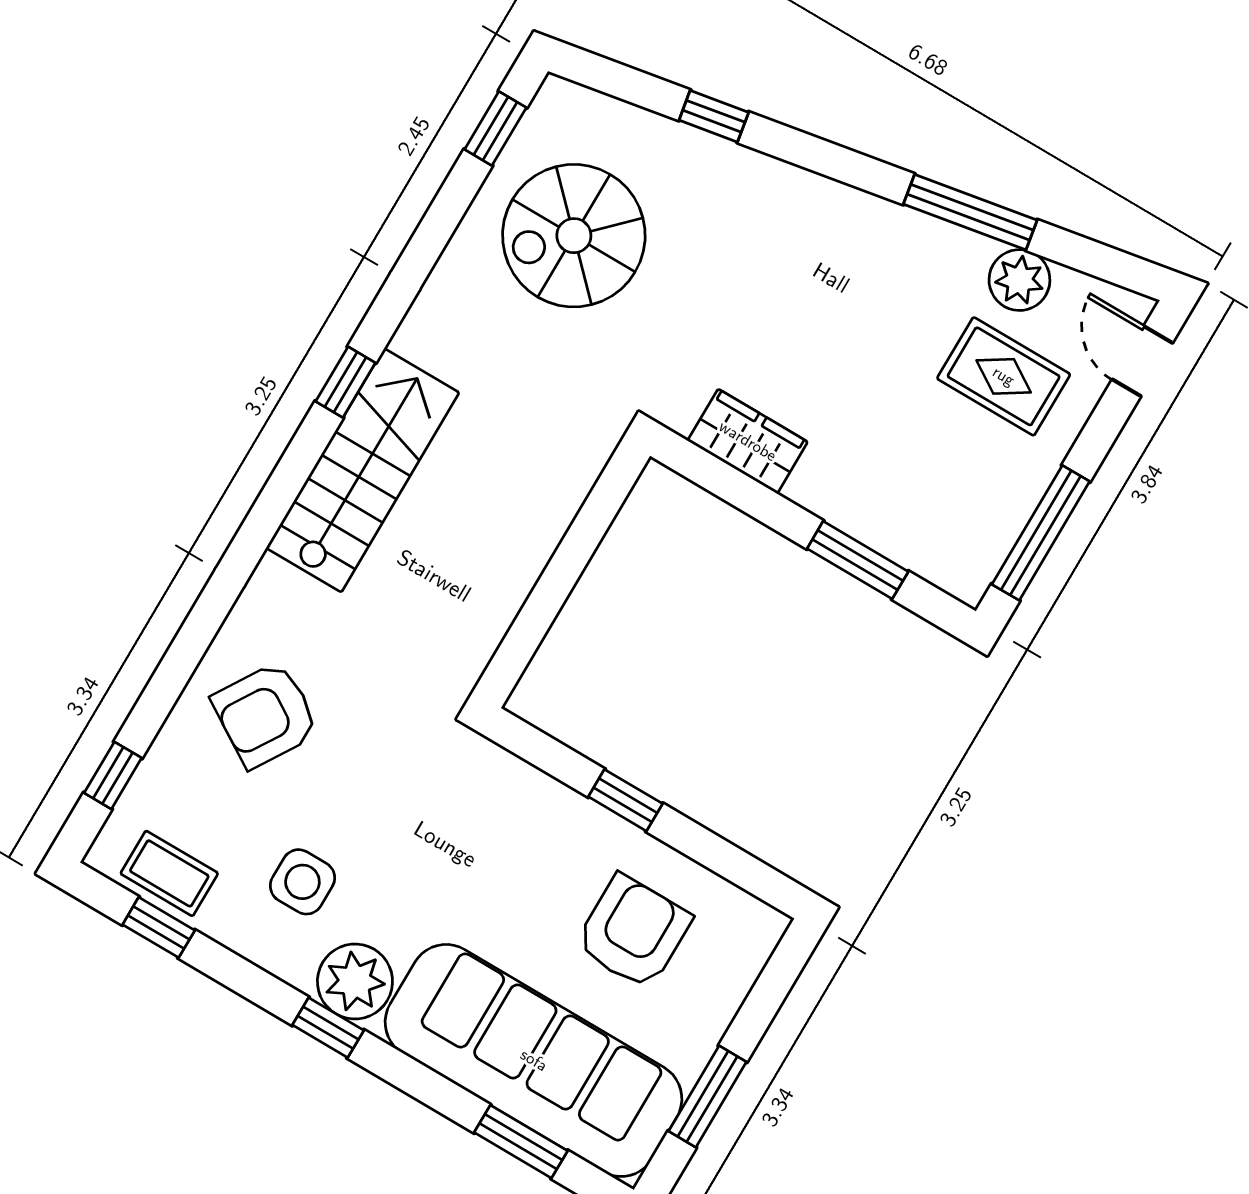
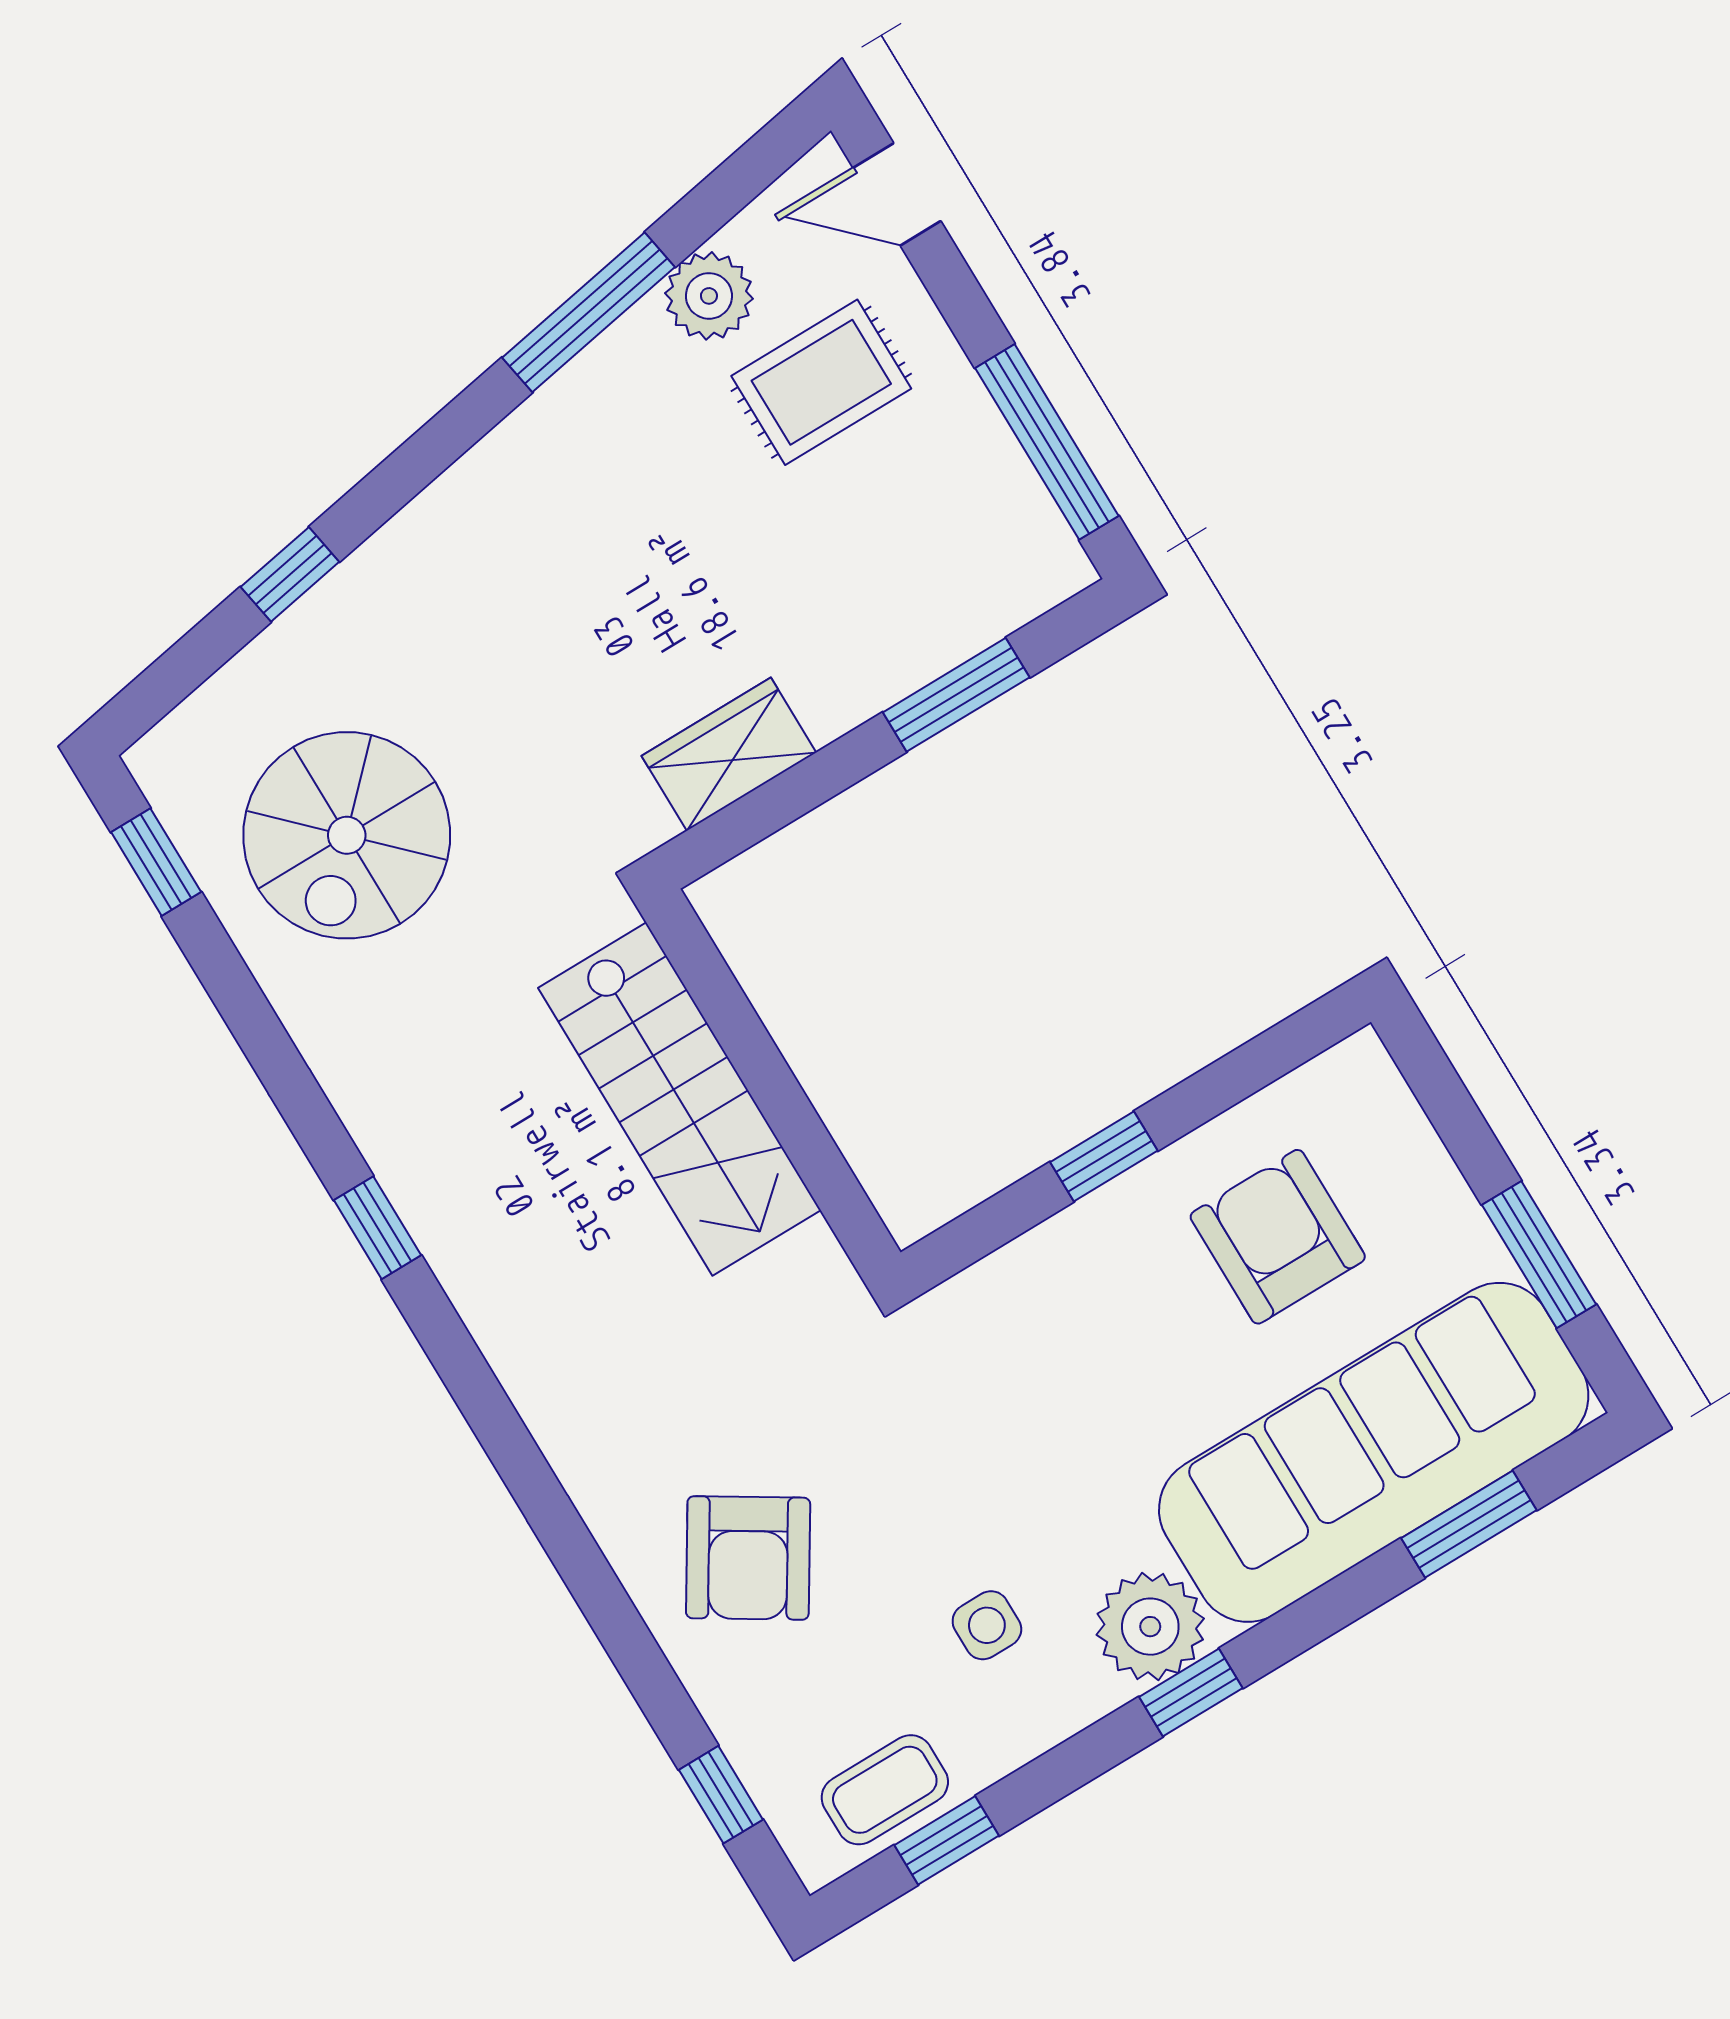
stairs: (363, 470) -> (679, 1099), moved, turned 180
side table: (302, 882) -> (987, 1625), width x0.73, depth x0.73

